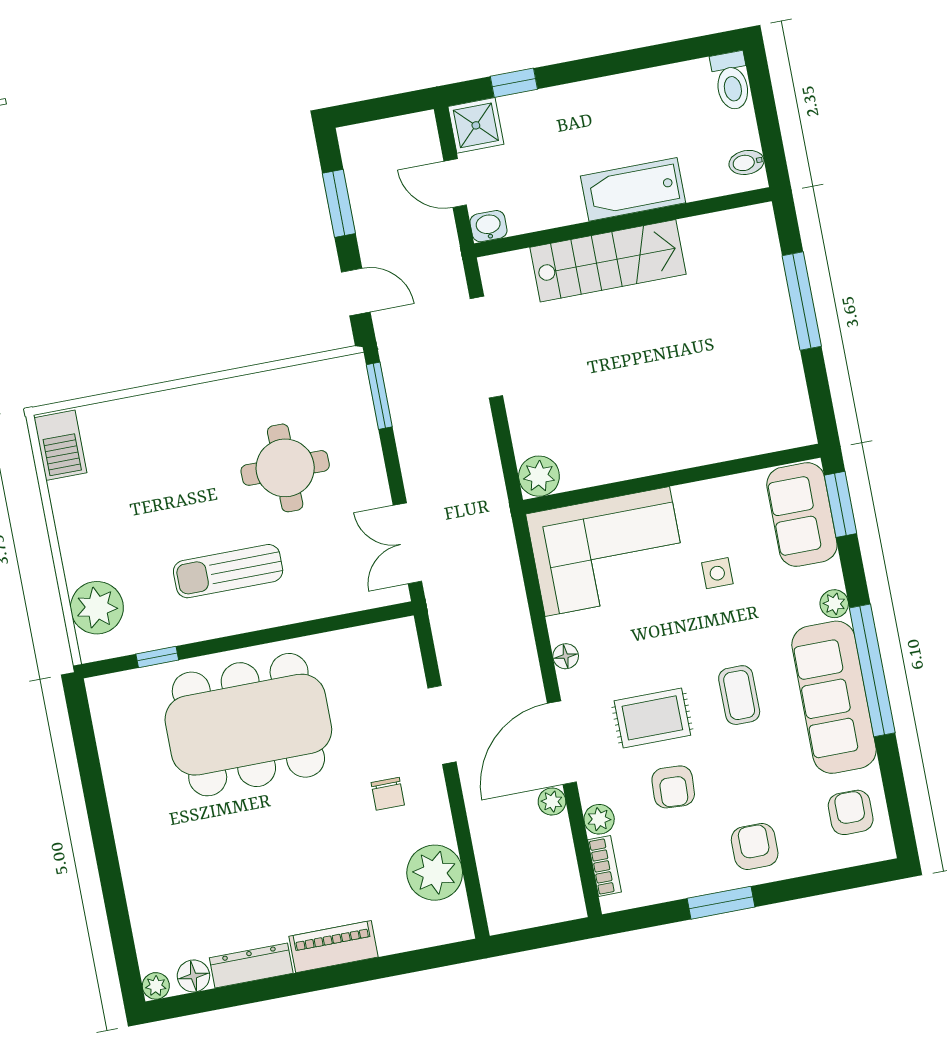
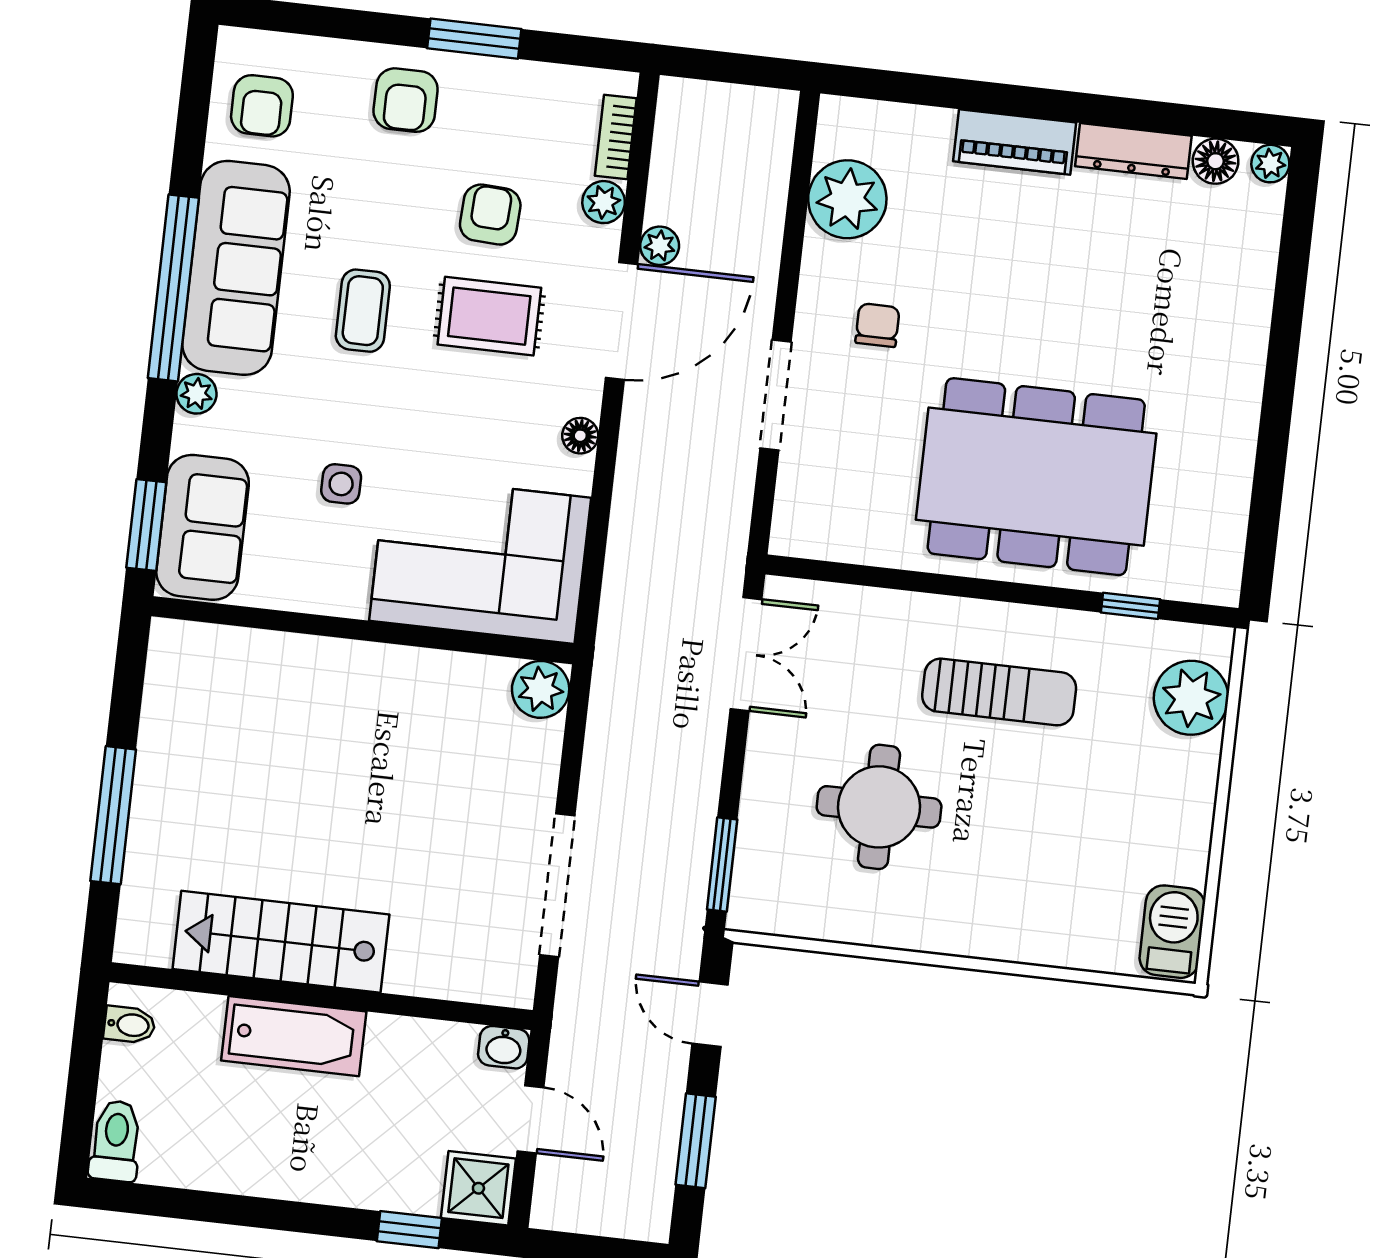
stairs: (608, 261) -> (281, 942), moved

